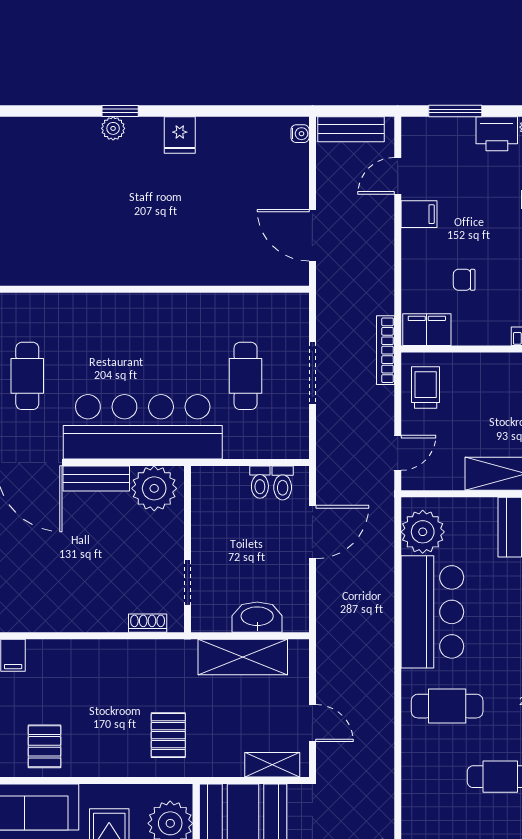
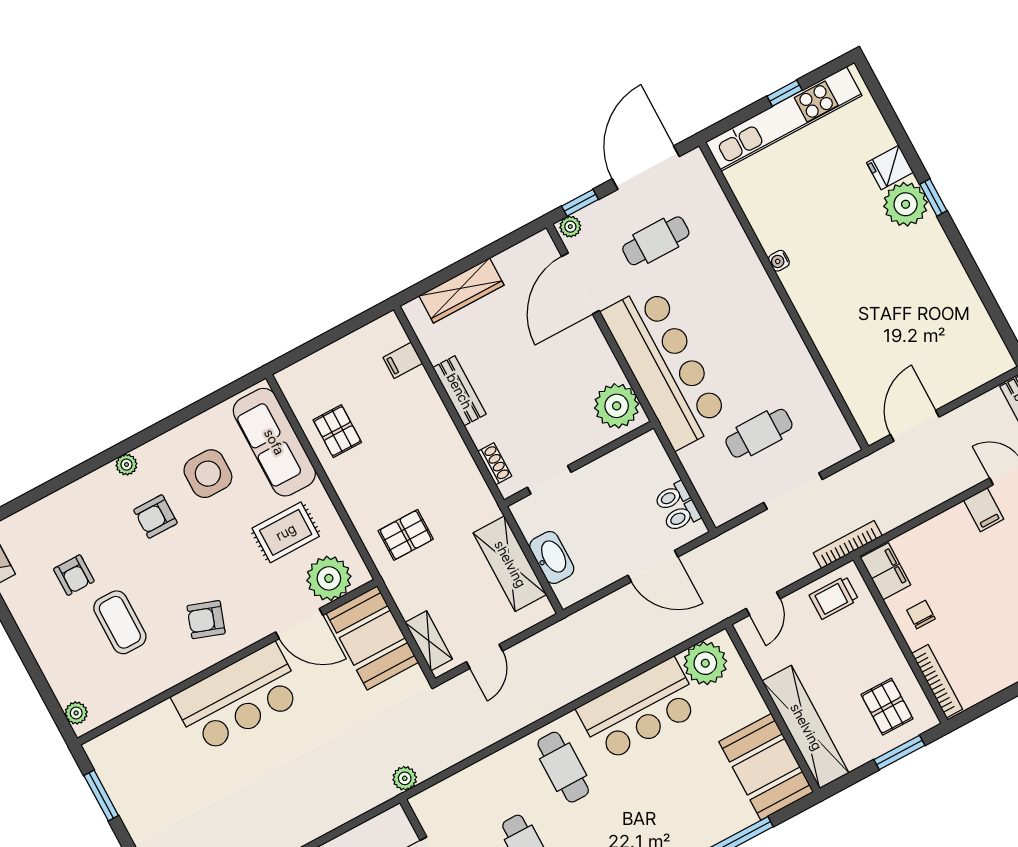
plant: (113, 128) -> (906, 204), width x1.88, depth x1.88
water cooler: (300, 134) -> (779, 261), moved, turned 90
fridge: (180, 135) -> (890, 167), moved
chair: (464, 280) -> (921, 614), moved
trolley: (426, 388) -> (834, 597), turned 180
door: (398, 453) -> (763, 604), hinge flipped
bench: (96, 479) -> (459, 391), moved
pallet: (45, 746) -> (337, 431), turned 90

